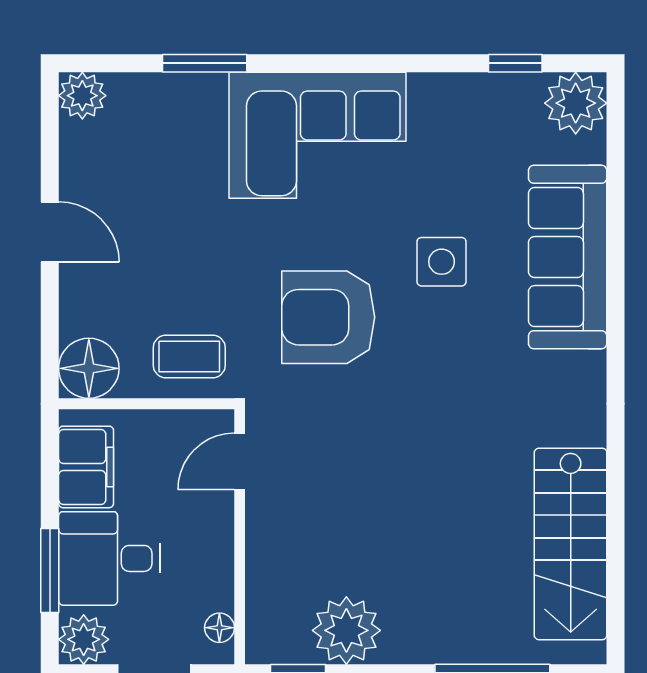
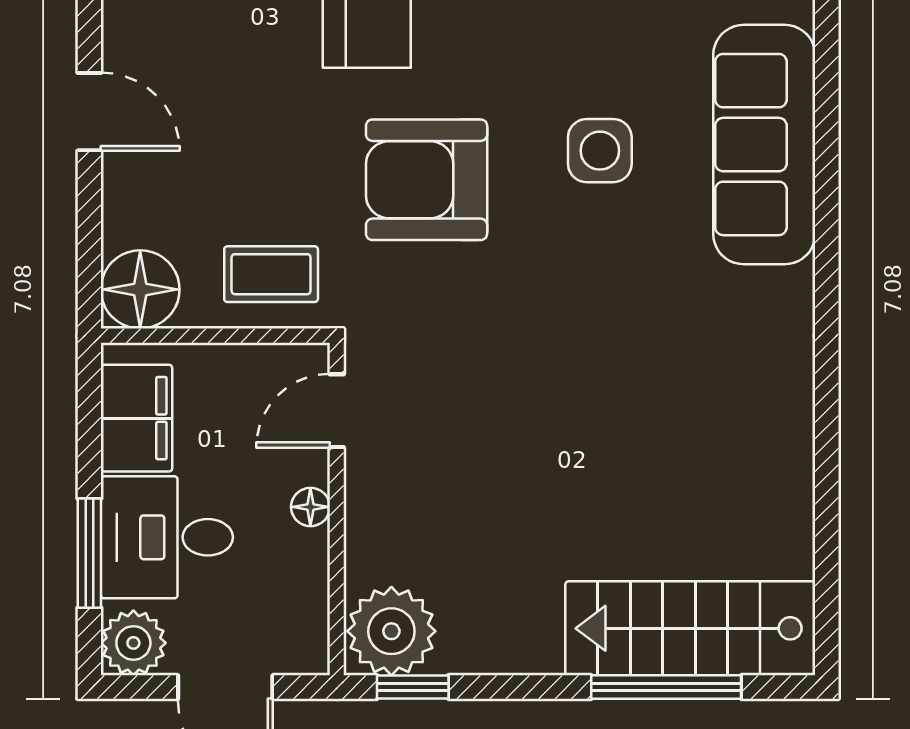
armchair: (328, 317) -> (427, 180), moved
stairs: (571, 544) -> (690, 628), moved, turned 90
floor lamp: (219, 628) -> (310, 507), moved
plant: (346, 630) -> (391, 631), moved

